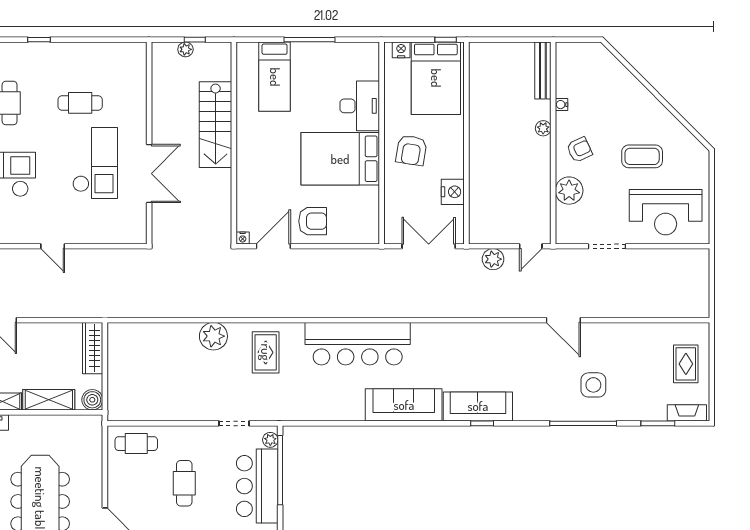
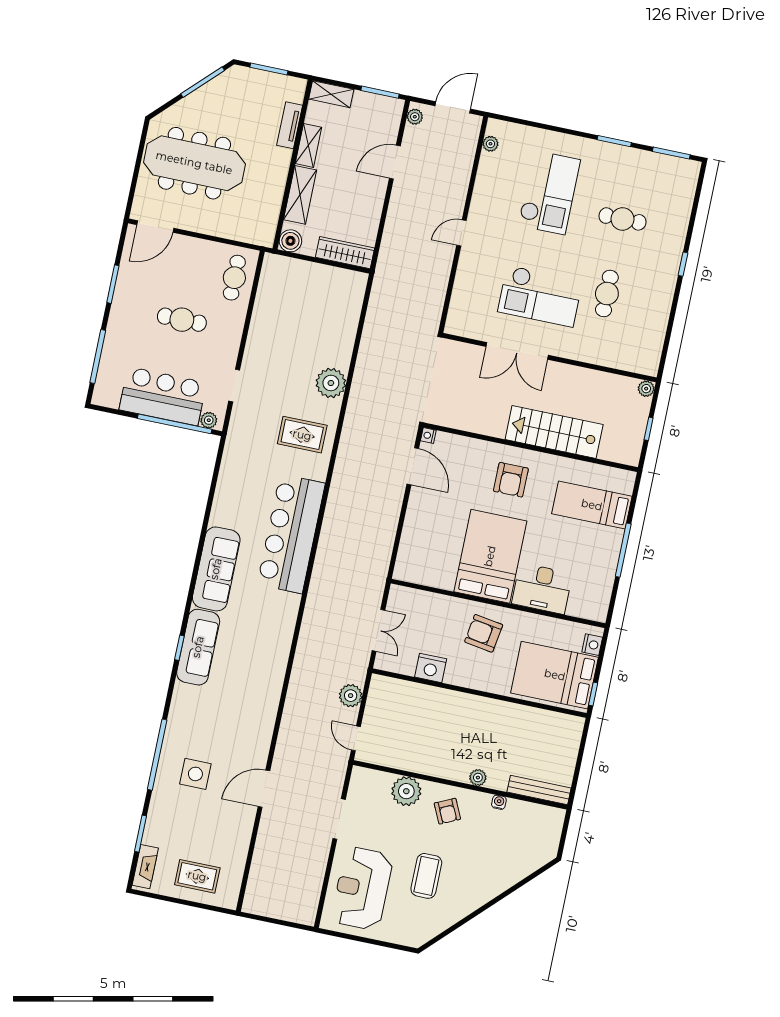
plant: (185, 49) -> (646, 389), moved
armchair: (313, 221) -> (511, 480), moved
double door: (429, 246) -> (378, 630), width x0.73
door: (563, 320) -> (264, 789), moved

